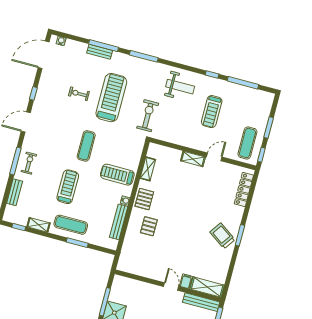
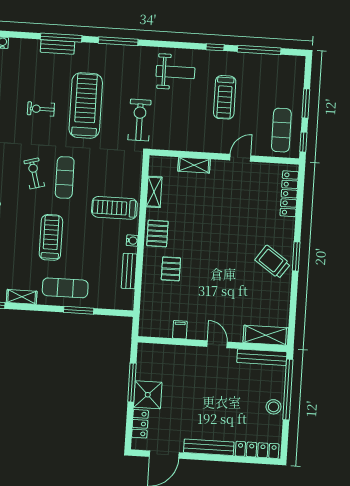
exercise bike: (65, 139) -> (34, 173), added
shelving: (193, 159) -> (194, 165), moved
bench: (119, 222) -> (129, 271), width x0.73
filing cabinet: (186, 281) -> (180, 330), moved

